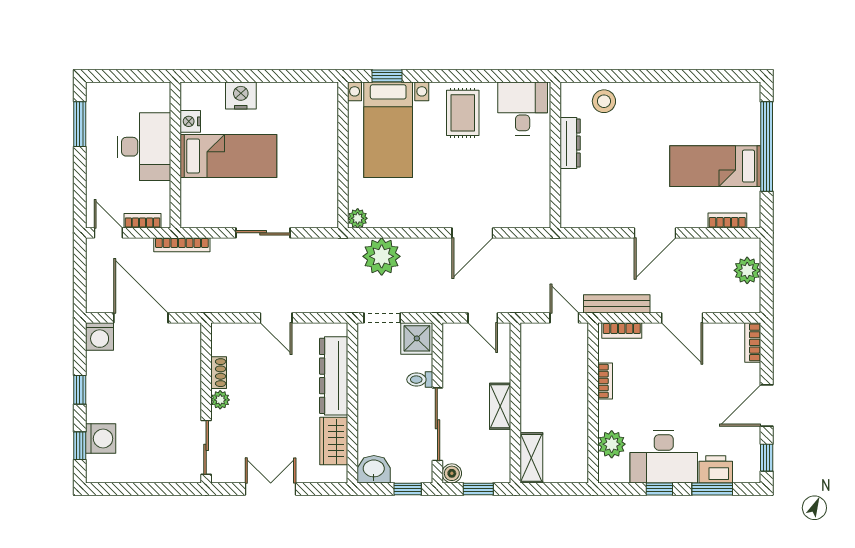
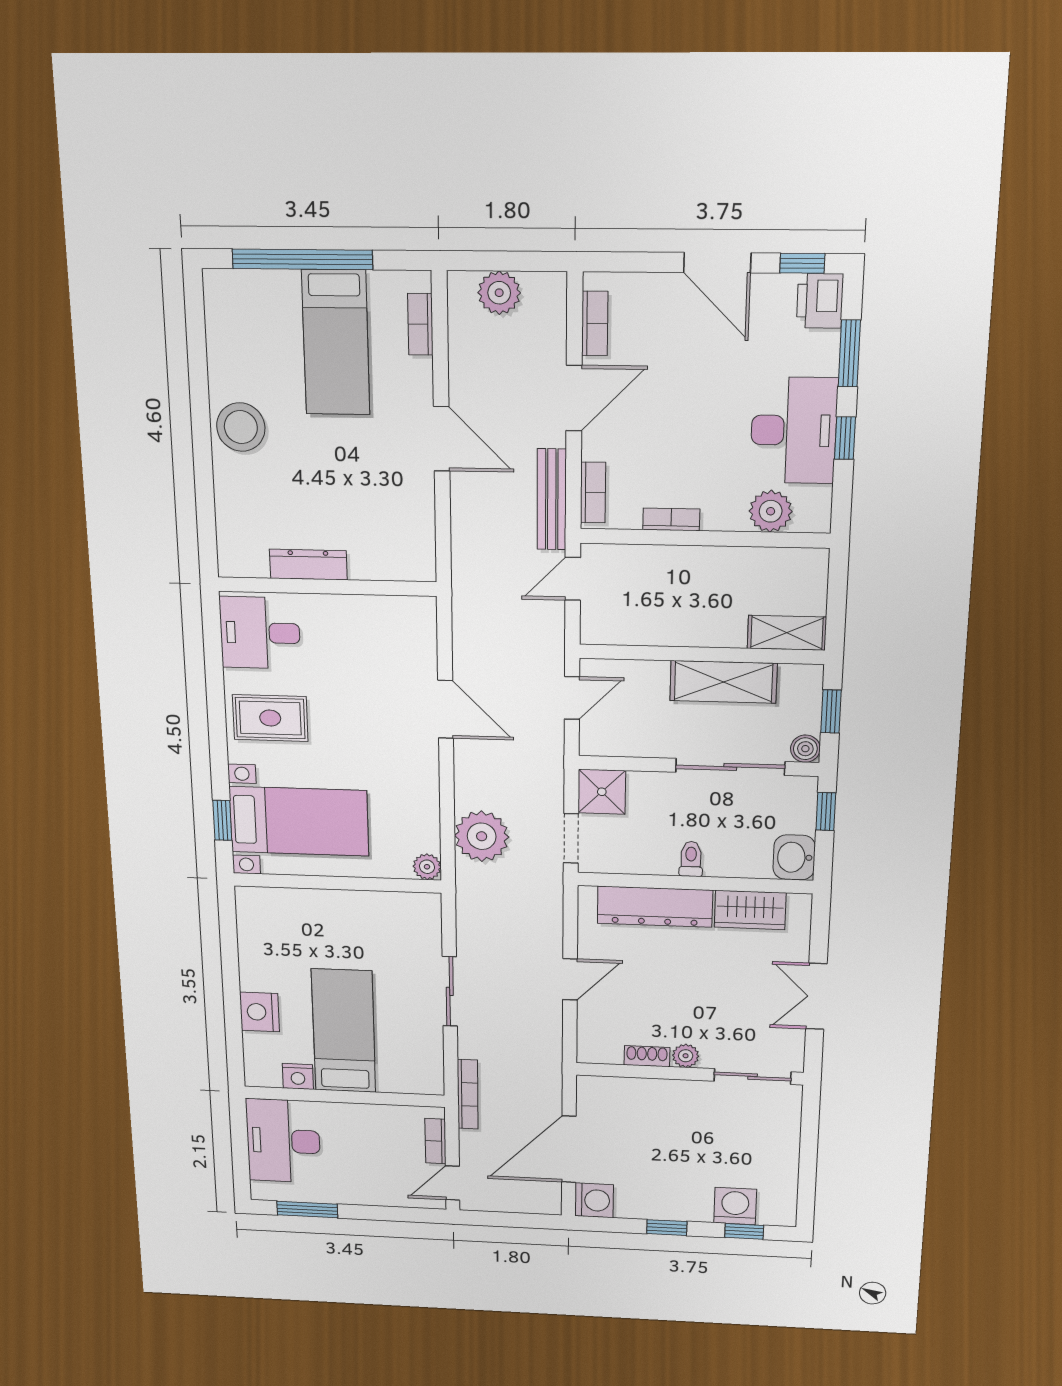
stool: (604, 101) -> (241, 427), moved, width x1.38, depth x1.38
desk: (144, 147) -> (283, 1141), moved, turned -90
bookcase: (753, 342) -> (595, 323), moved, turned -90
toilet: (420, 380) -> (691, 859), moved, turned 180
shelving: (500, 406) -> (723, 682), width x1.50, depth x1.33
printer: (716, 469) -> (820, 301), moved

